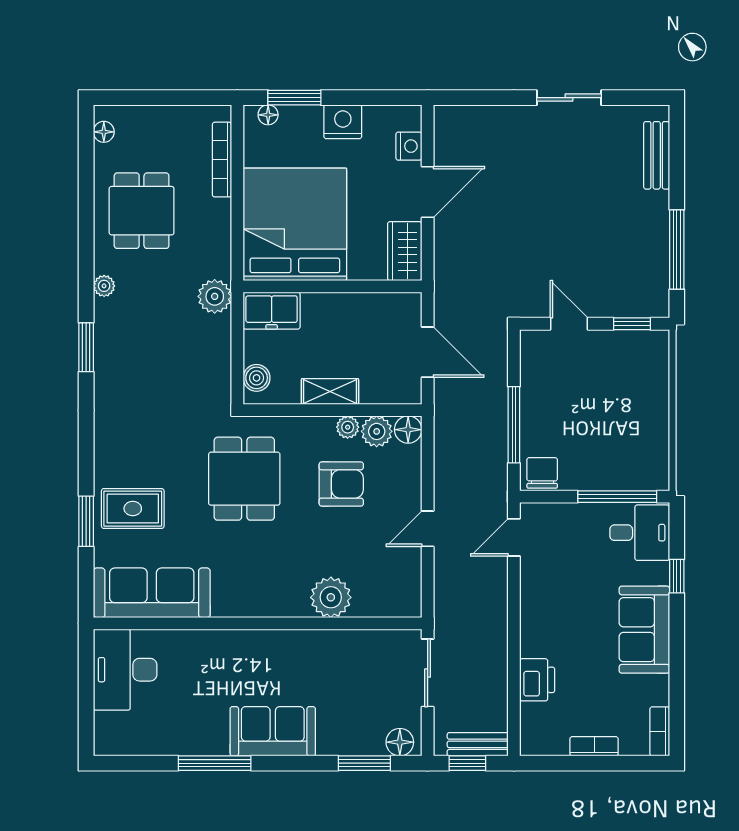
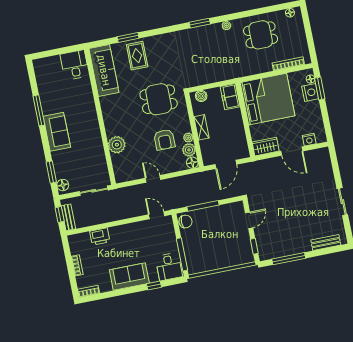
nightstand: (343, 122) -> (310, 92), moved
plant: (215, 296) -> (231, 72), removed
desk: (125, 670) -> (75, 65), width x0.73

